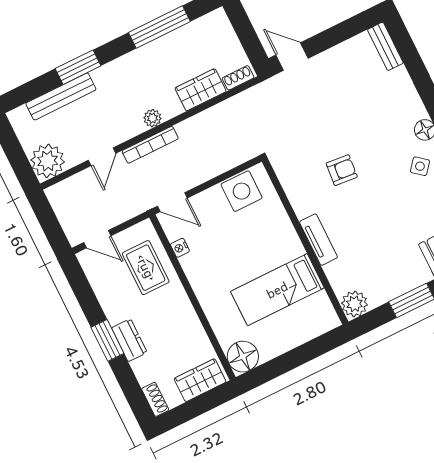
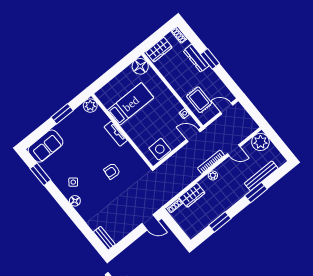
window: (159, 27) -> (220, 222), width x0.69
door: (102, 157) -> (234, 150), swing flipped
dresser: (129, 340) -> (196, 58), width x1.44

